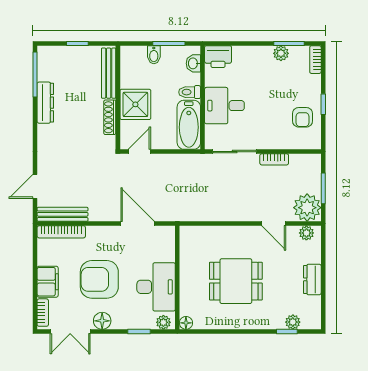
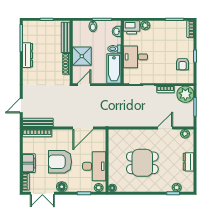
plant: (281, 53) -> (145, 25), moved
plant: (307, 208) -> (185, 94), moved
door: (138, 224) -> (83, 128), swing flipped
door: (274, 224) -> (165, 128), swing flipped

